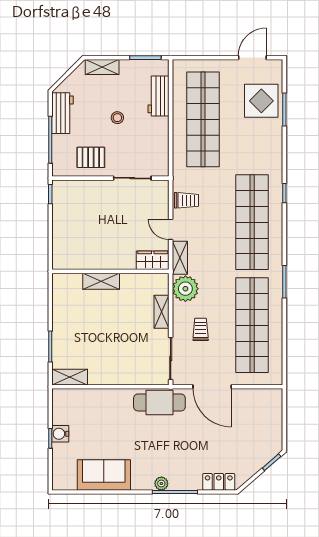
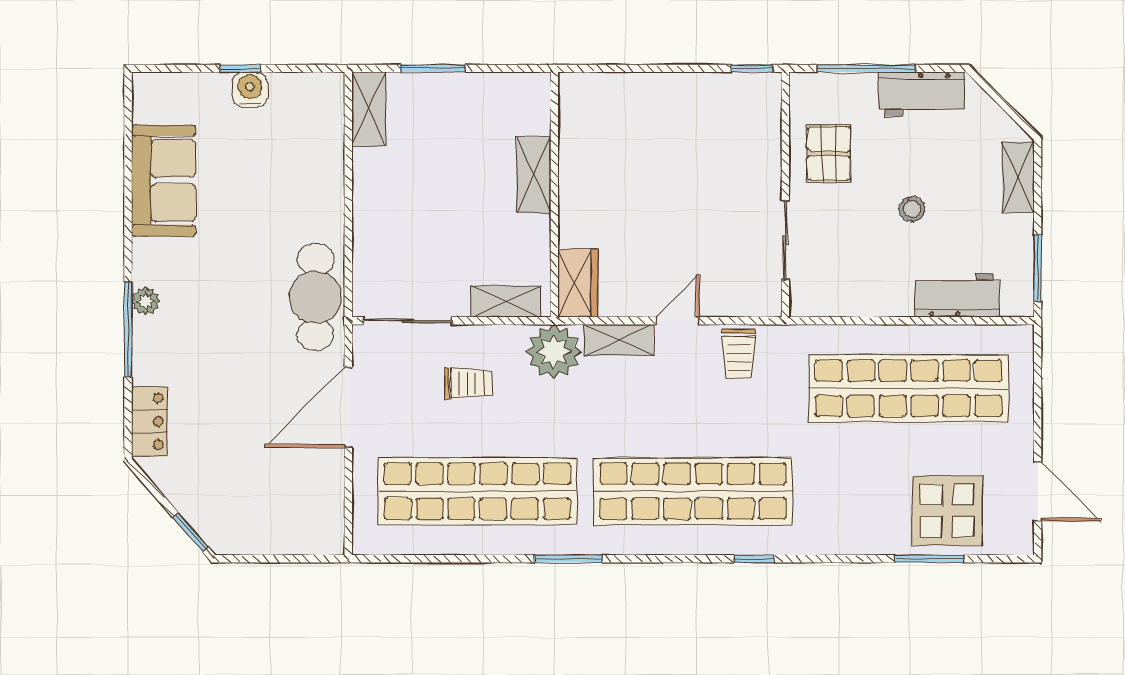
wardrobe: (153, 260) -> (578, 283), moved
wall: (110, 271) -> (554, 195), moved
shelving: (101, 281) -> (534, 175), moved

